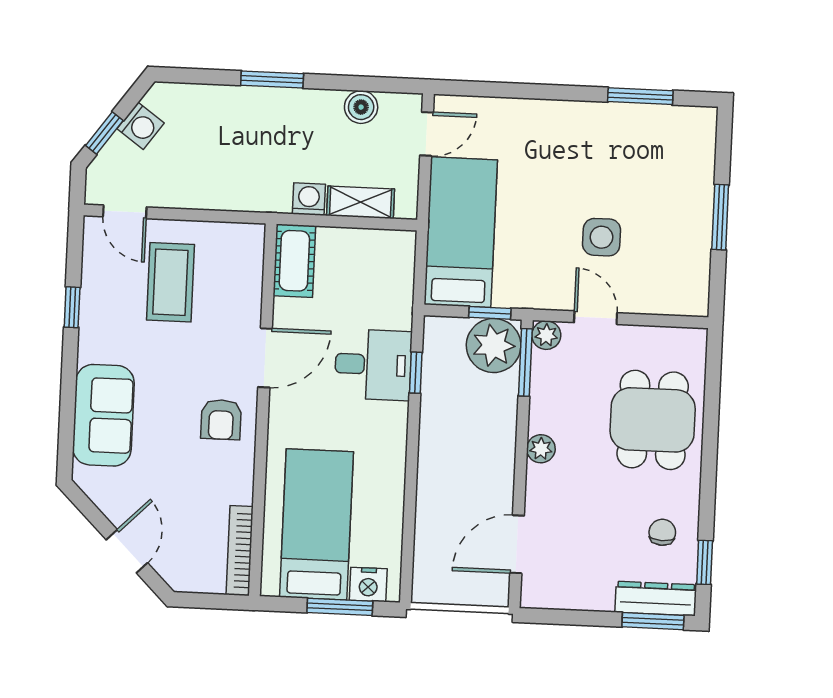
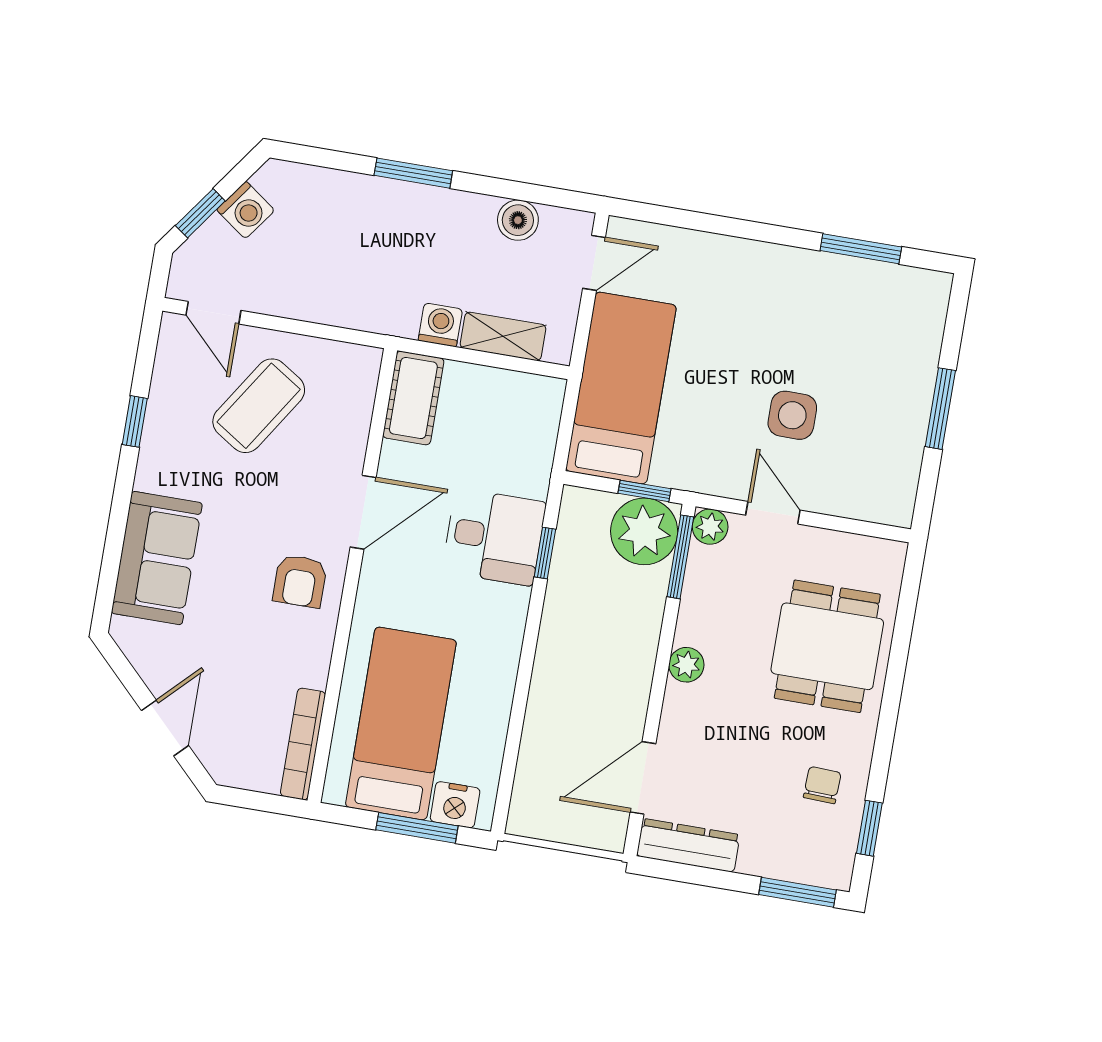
coffee table: (170, 282) -> (259, 406), turned 33
dresser: (656, 598) -> (688, 845), moved

